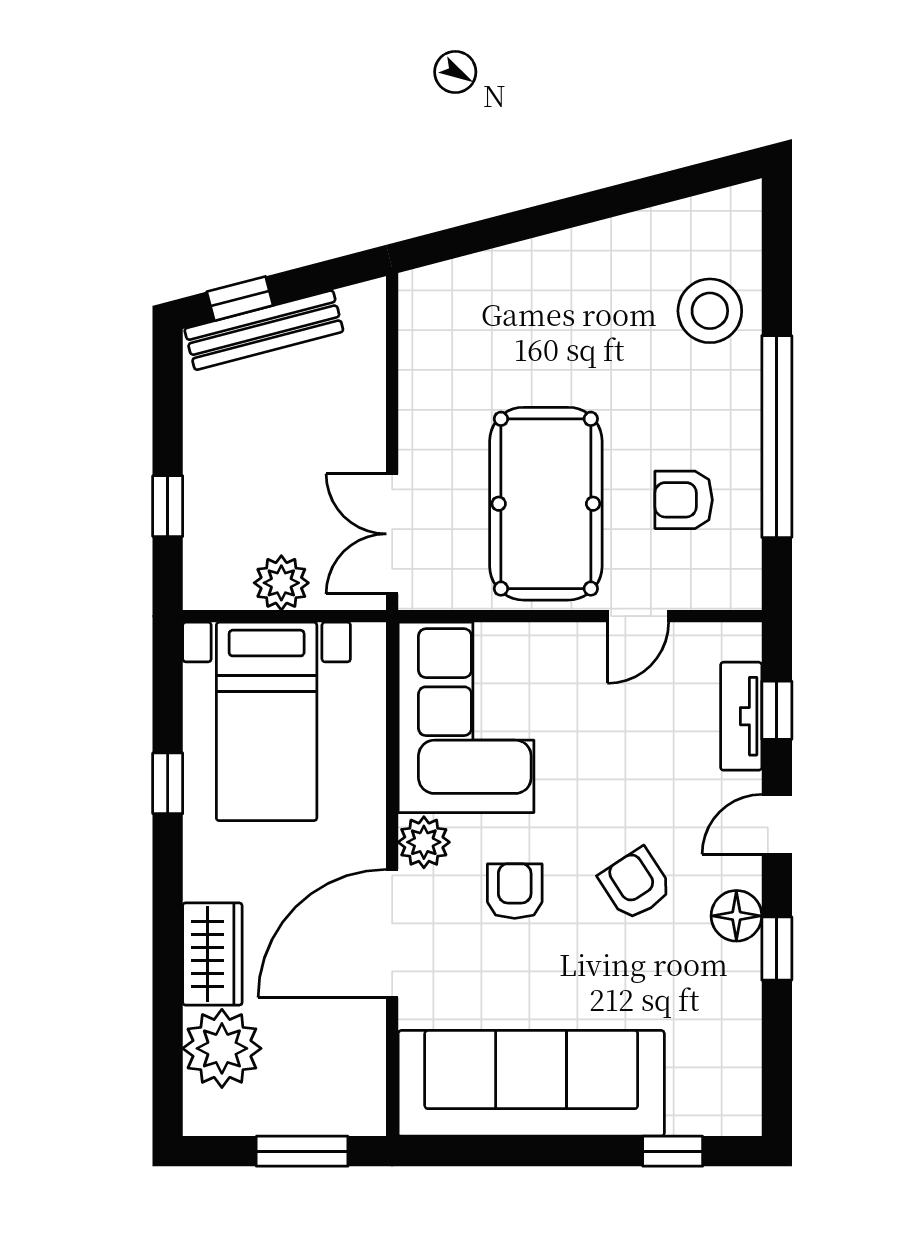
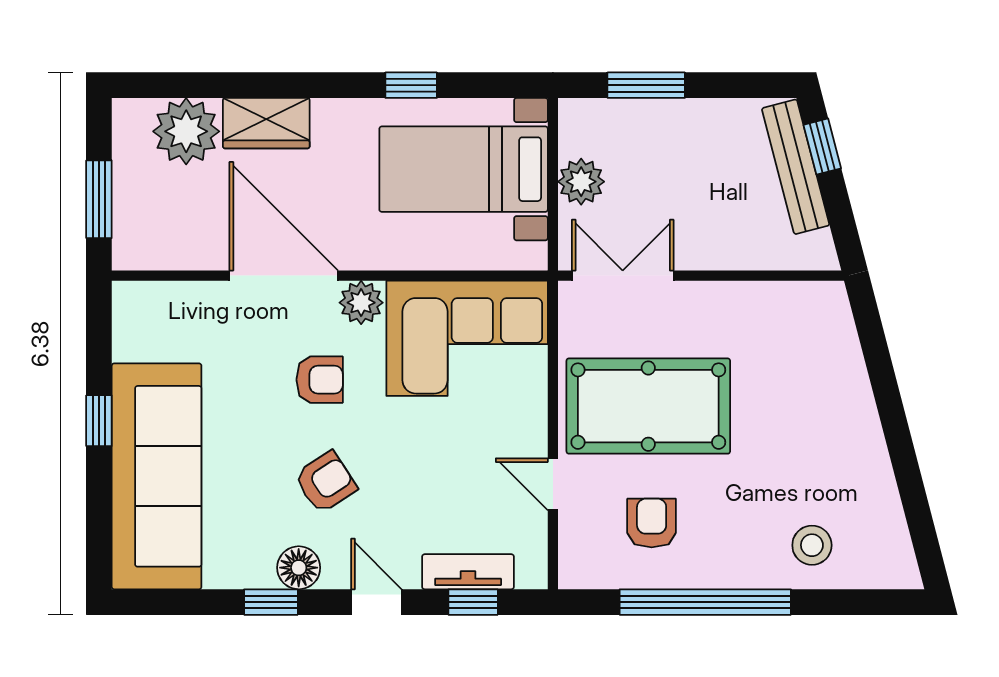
stool: (710, 311) -> (812, 545), width x0.73, depth x0.73
window: (168, 506) -> (646, 85), width x1.50
sofa: (531, 1083) -> (157, 476), moved
window: (673, 1151) -> (99, 421), moved

